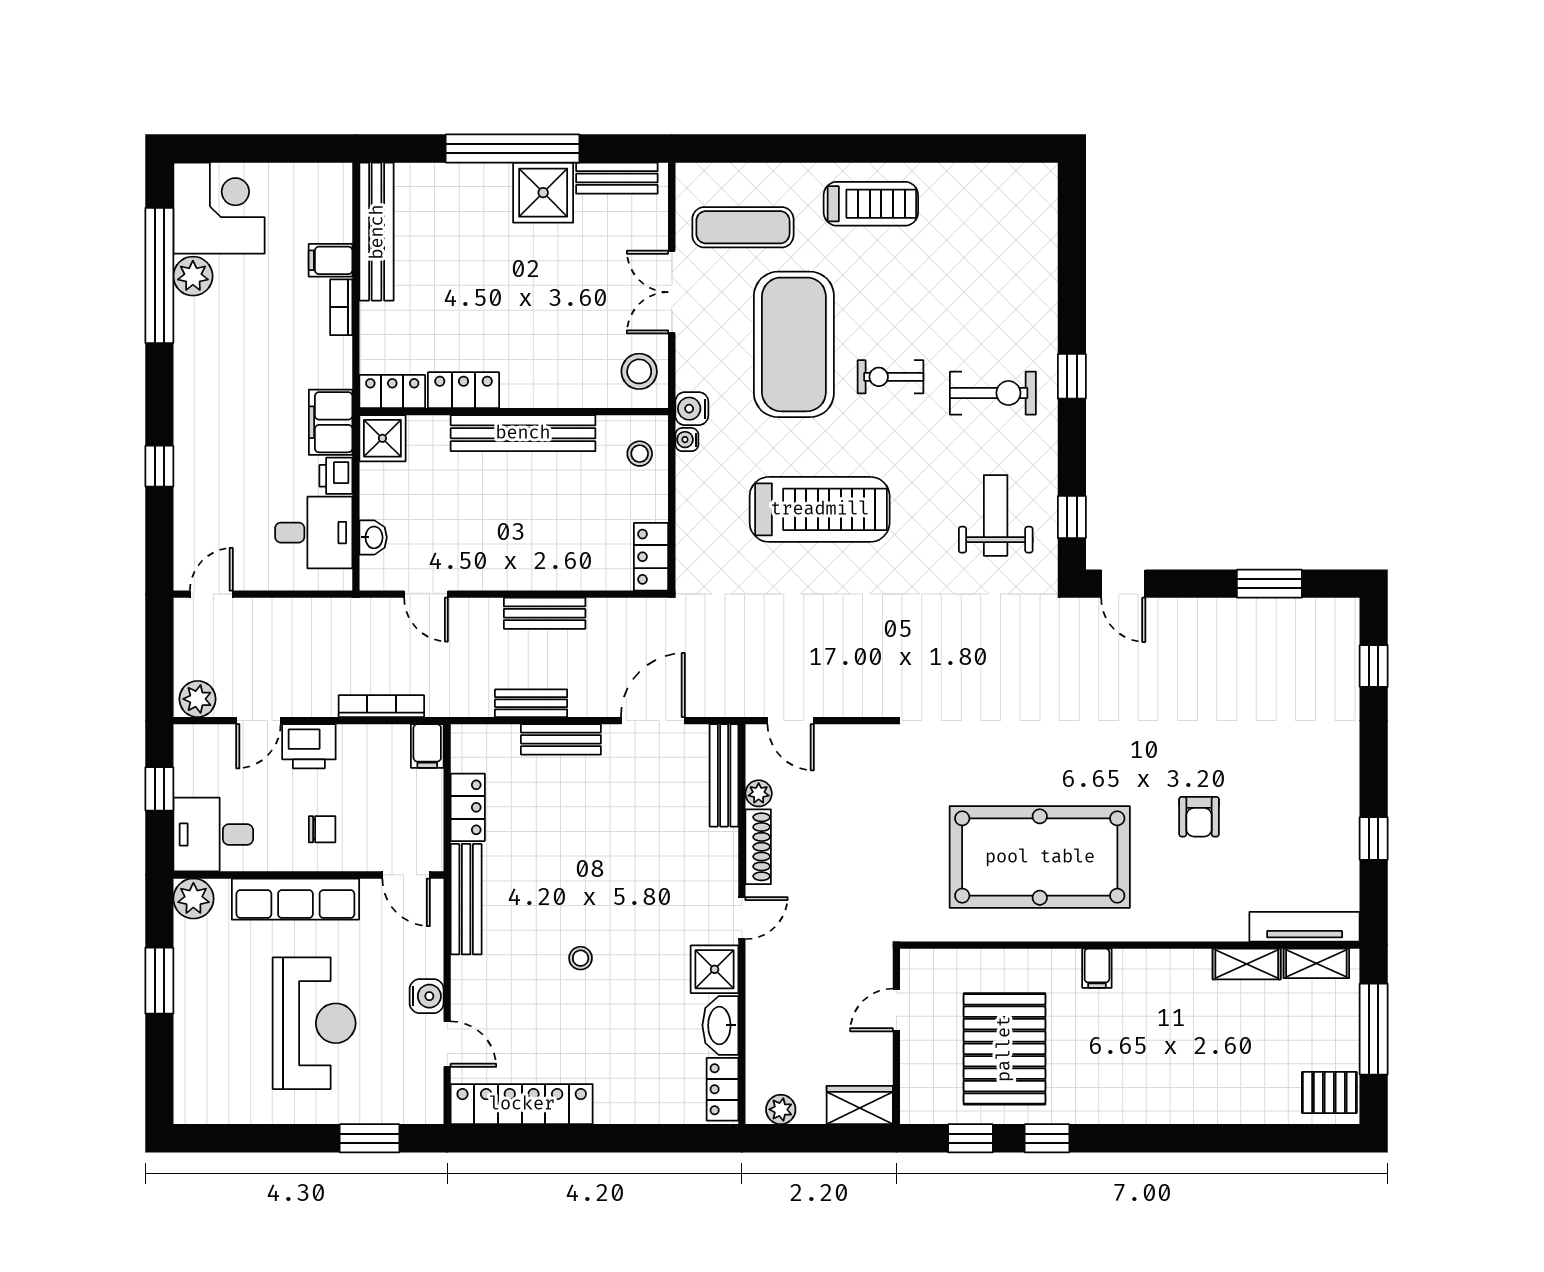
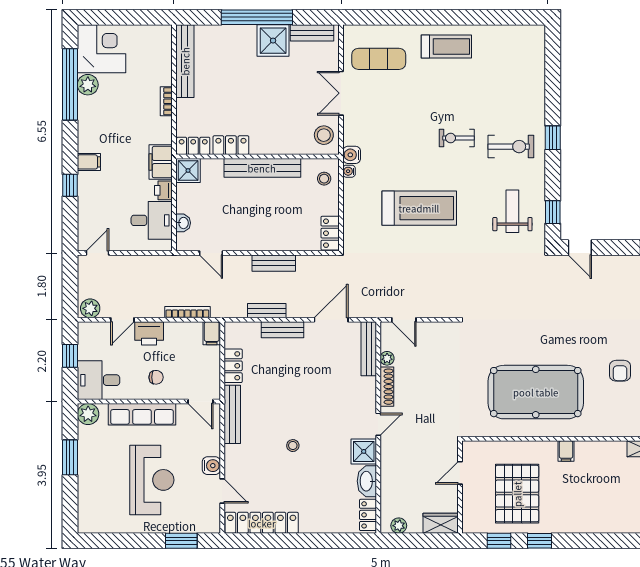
filing cabinet: (331, 260) -> (89, 162), moved, turned 180
exercise mat: (794, 344) -> (406, 121), removed

